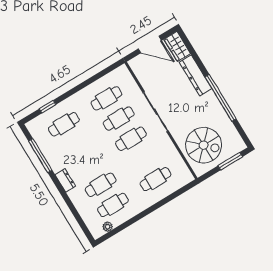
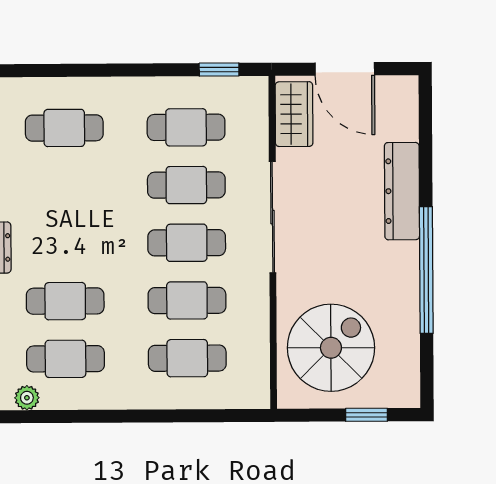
wardrobe: (177, 46) -> (294, 114), moved, turned 180
window: (48, 107) -> (219, 70), moved
spiral stairs: (204, 145) -> (331, 348), turned -90
cafe table: (143, 159) -> (187, 300), added
window: (230, 161) -> (367, 415), width x0.67

